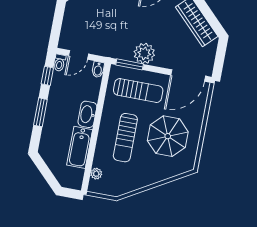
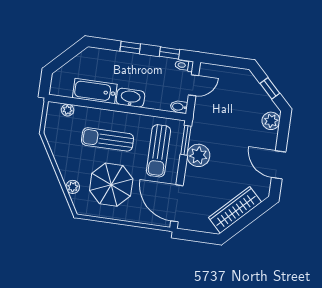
door: (79, 55) -> (194, 85), swing flipped
window: (40, 112) -> (130, 47), width x0.67
plant: (168, 172) -> (73, 187), added

